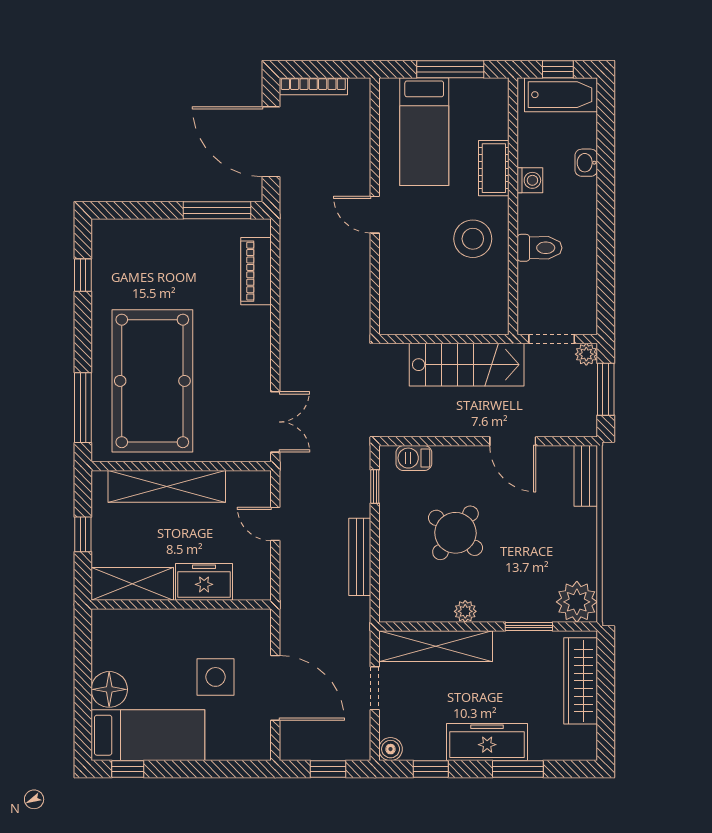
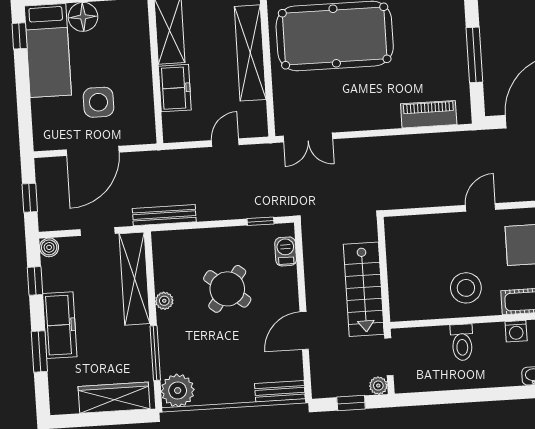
window: (217, 210) -> (474, 55), moved
window: (606, 389) -> (351, 403), width x0.67
bench: (360, 557) -> (164, 215), moved
window: (529, 627) -> (155, 353), width x1.44

